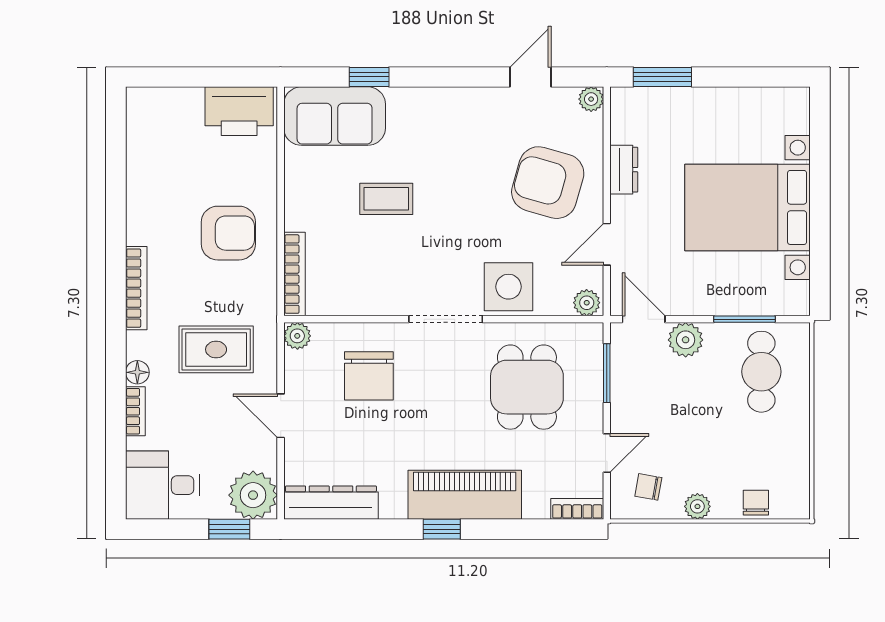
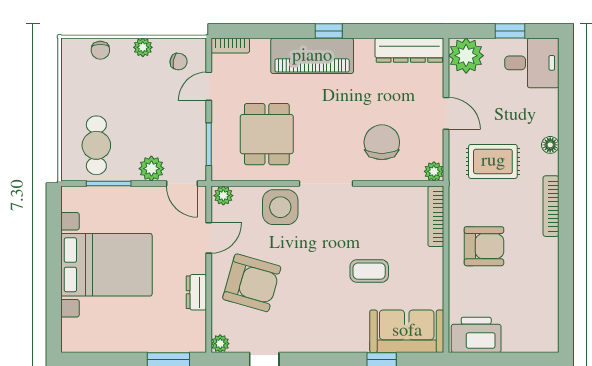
armchair: (228, 233) -> (484, 246), turned 180
bookcase: (135, 411) -> (552, 117), removed
window: (229, 529) -> (510, 31), moved

